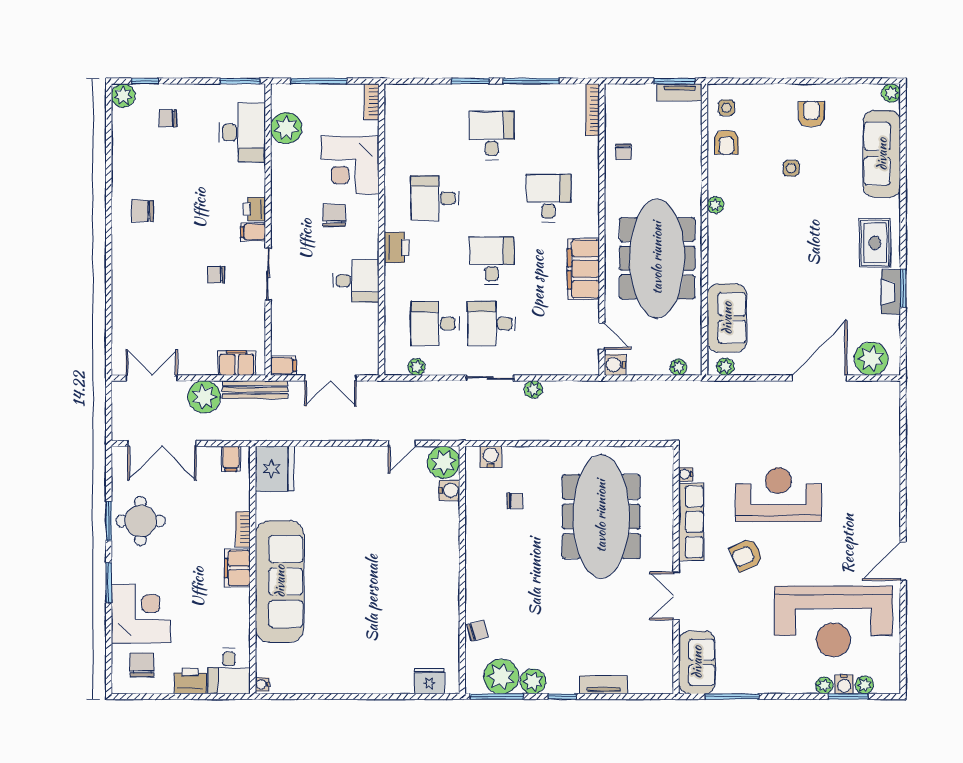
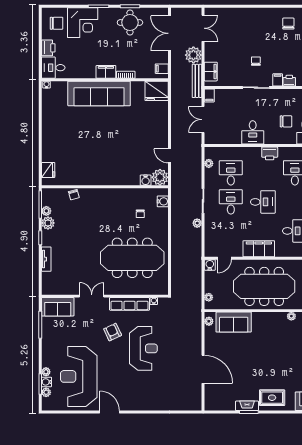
plant: (871, 359) -> (213, 396), removed
plant: (501, 677) -> (46, 211), width x0.53, depth x0.53

